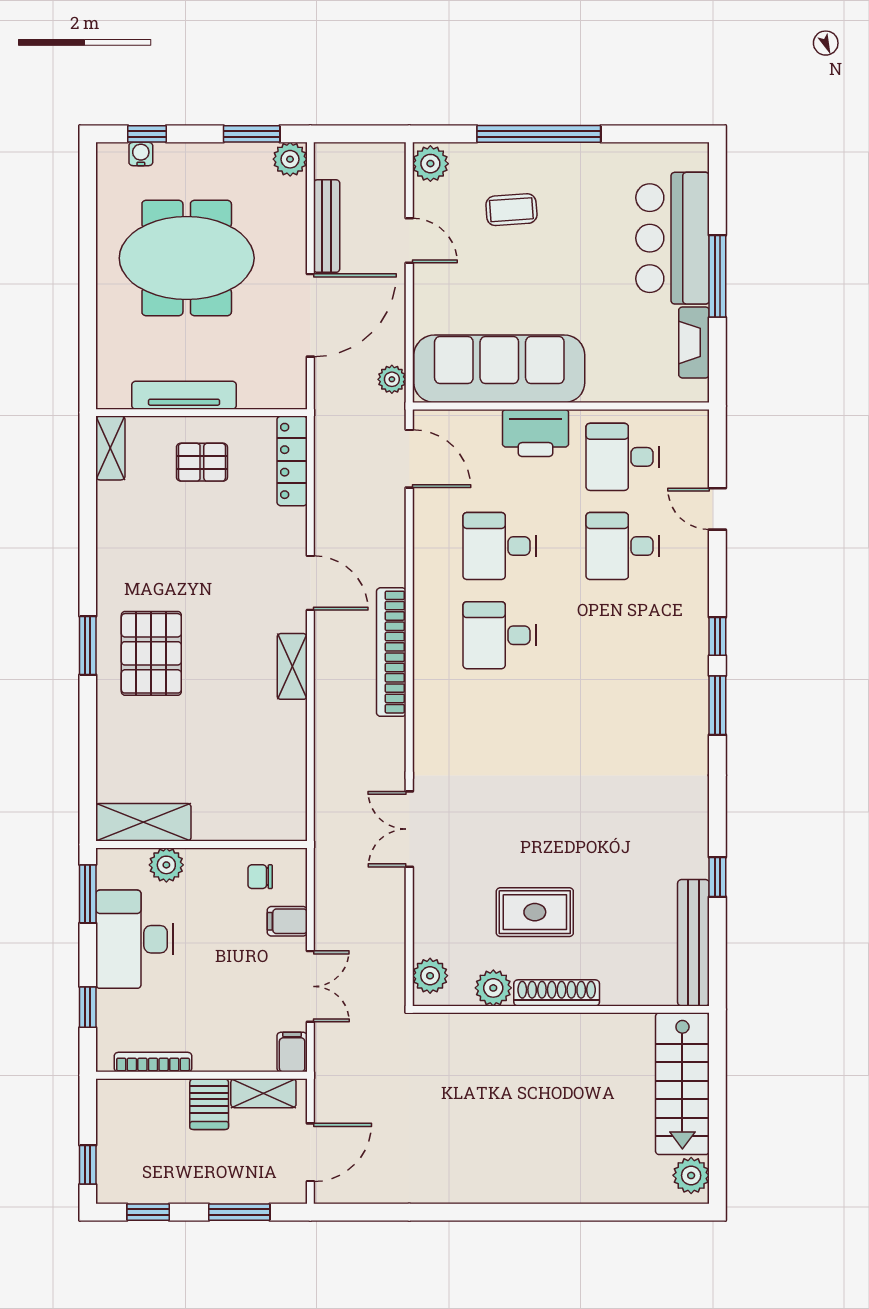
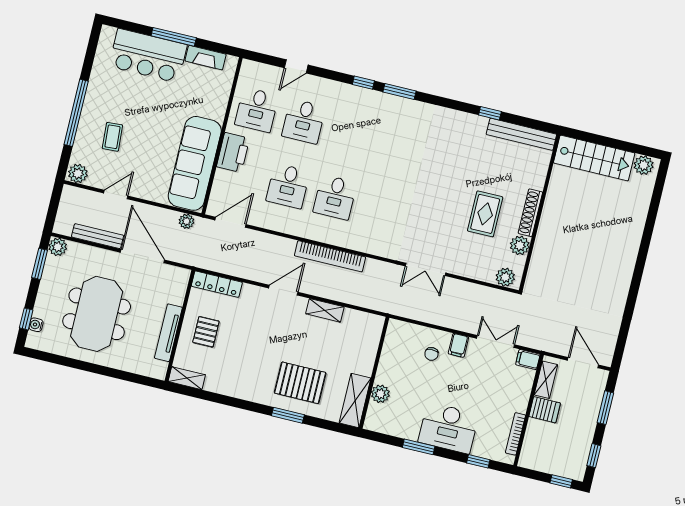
shelving: (143, 822) -> (355, 400), moved
wall: (202, 844) -> (374, 373), moved
plant: (166, 865) -> (380, 394), moved

